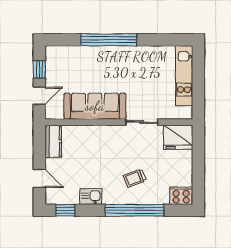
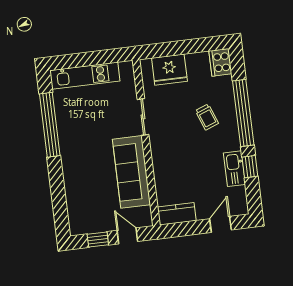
window: (109, 40) -> (50, 125), moved
fridge: (178, 137) -> (169, 70), moved, turned 90
kitchen sink: (91, 197) -> (234, 169), width x1.38
window: (65, 210) -> (250, 167), moved

